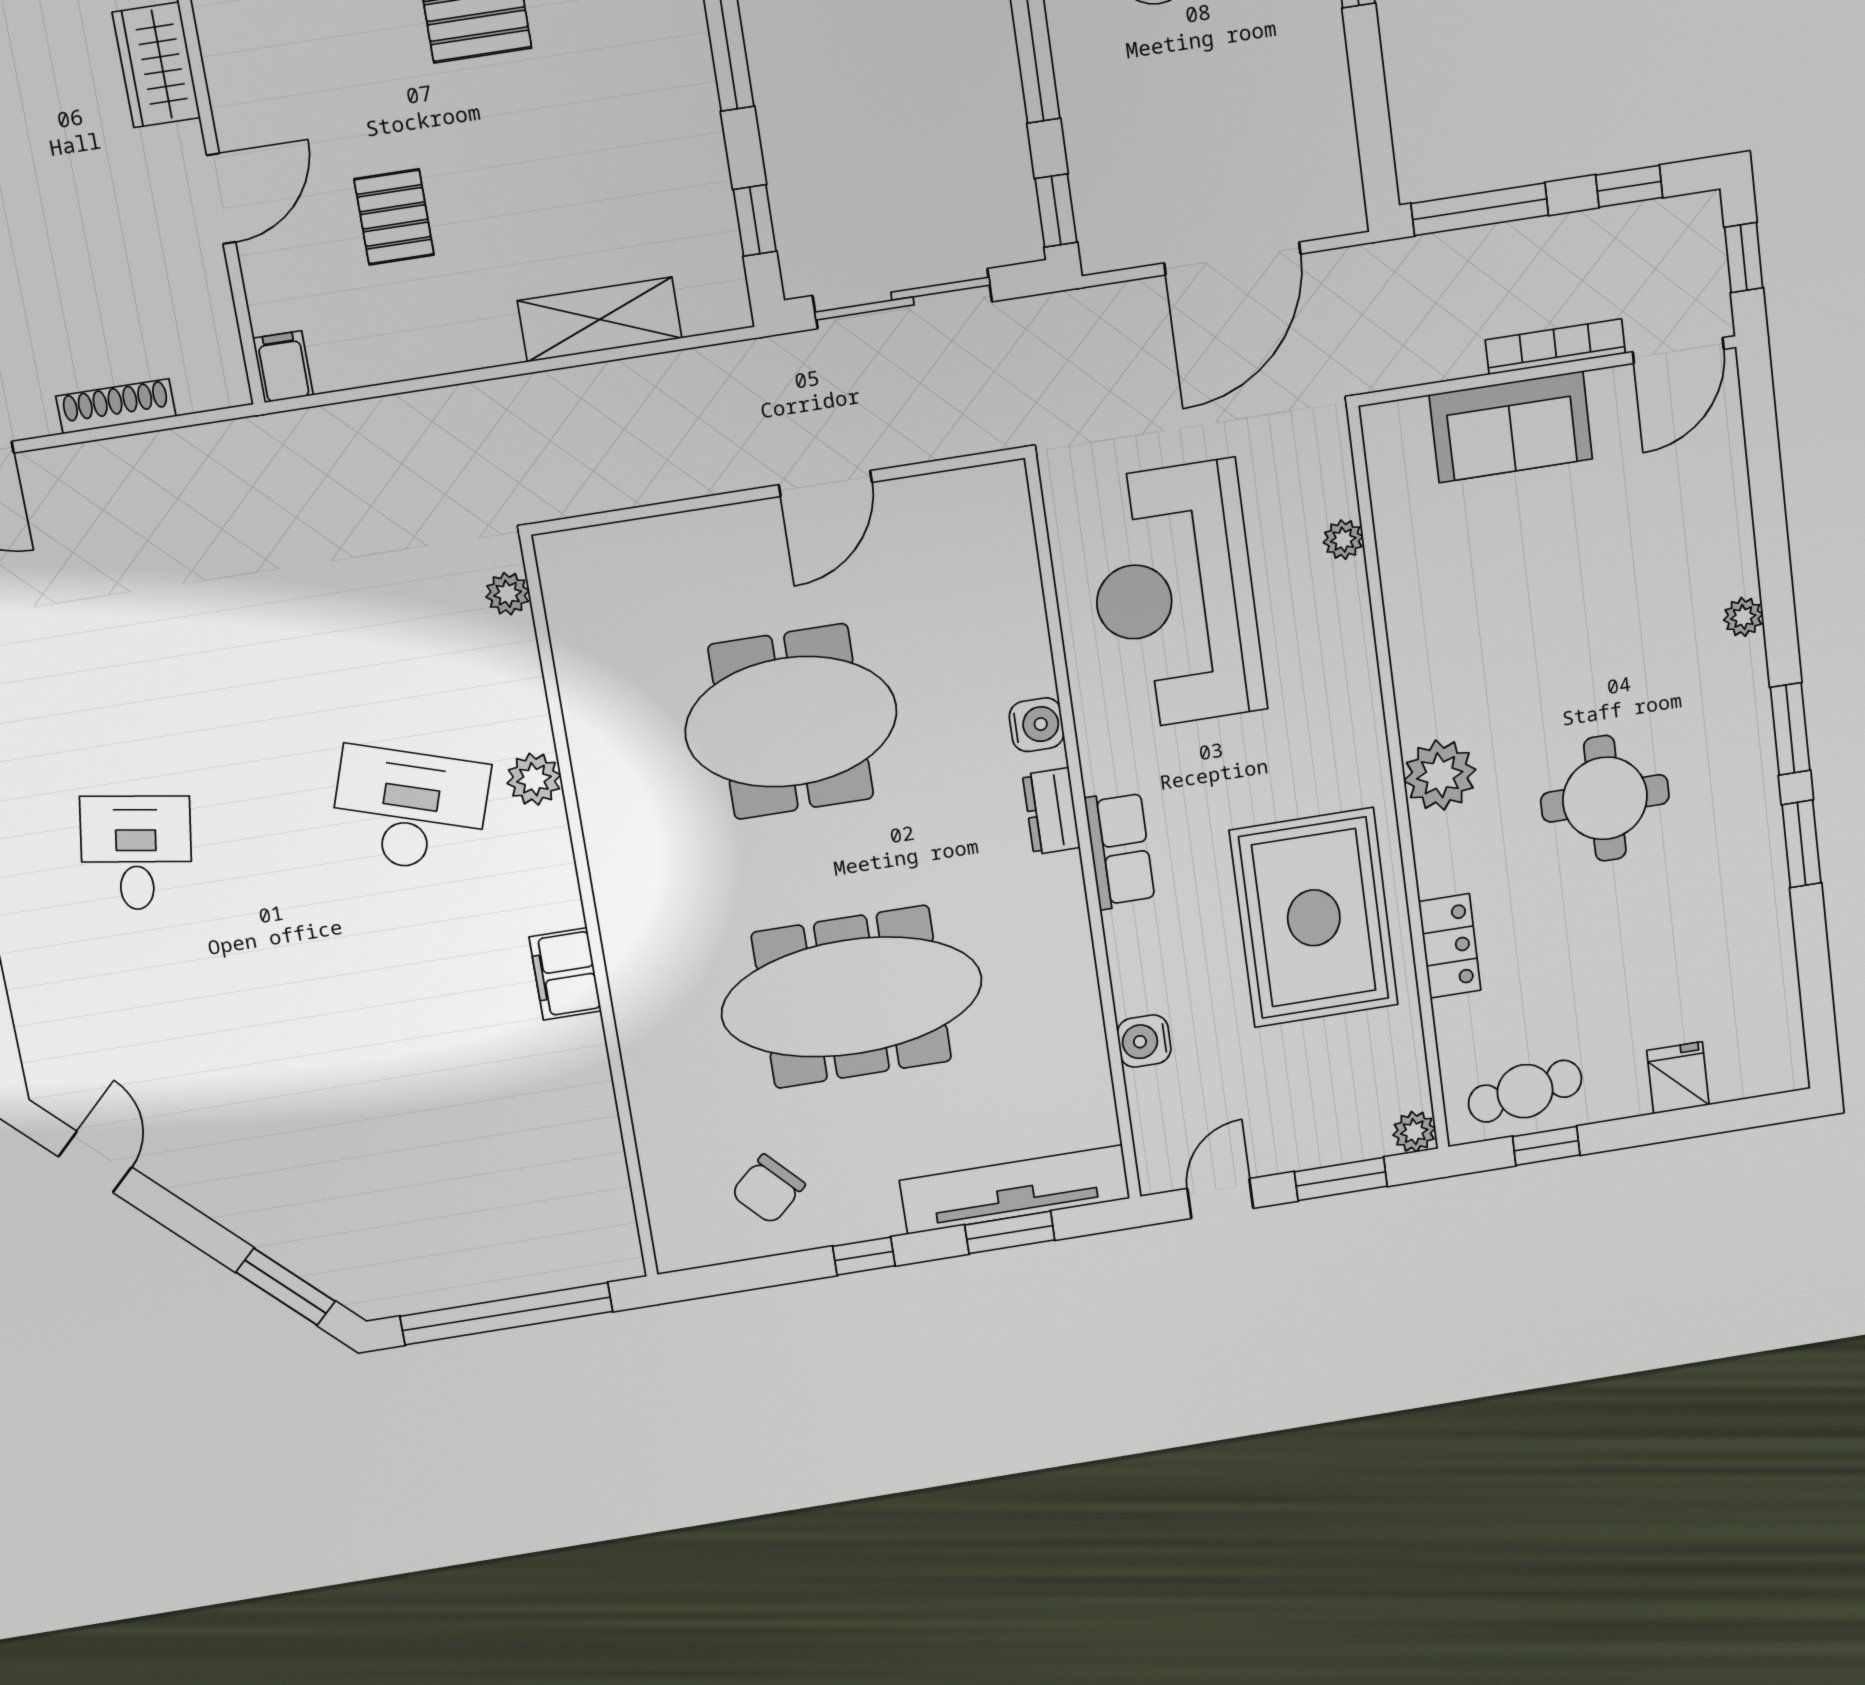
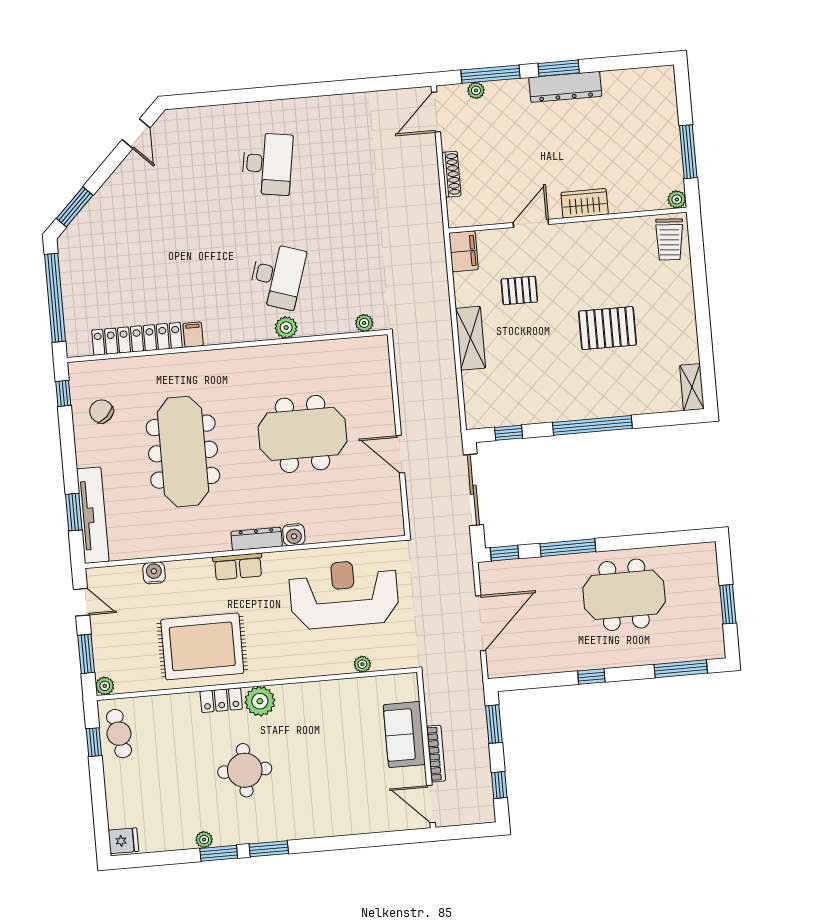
door: (221, 199) -> (531, 223), swing flipped
window: (1480, 209) -> (494, 724), width x0.69
door: (1232, 258) -> (481, 623), swing flipped
window: (1744, 258) -> (467, 831), removed
shelving: (600, 319) -> (470, 338), moved
filing cabinet: (283, 367) -> (463, 251), width x2.00
plant: (1743, 617) -> (204, 840), moved
meeting table: (791, 722) -> (303, 434), turned 90
dresser: (1051, 811) -> (257, 539), width x1.44
desk: (136, 853) -> (267, 164), width x1.37
locker: (1450, 946) -> (221, 700), moved
filing cabinet: (565, 974) -> (193, 335), width x0.50
fridge: (1678, 1078) -> (123, 841), moved
locker: (589, 1122) -> (137, 339), added
door: (95, 1162) -> (136, 134), hinge flipped
window: (864, 1256) -> (63, 393), moved

